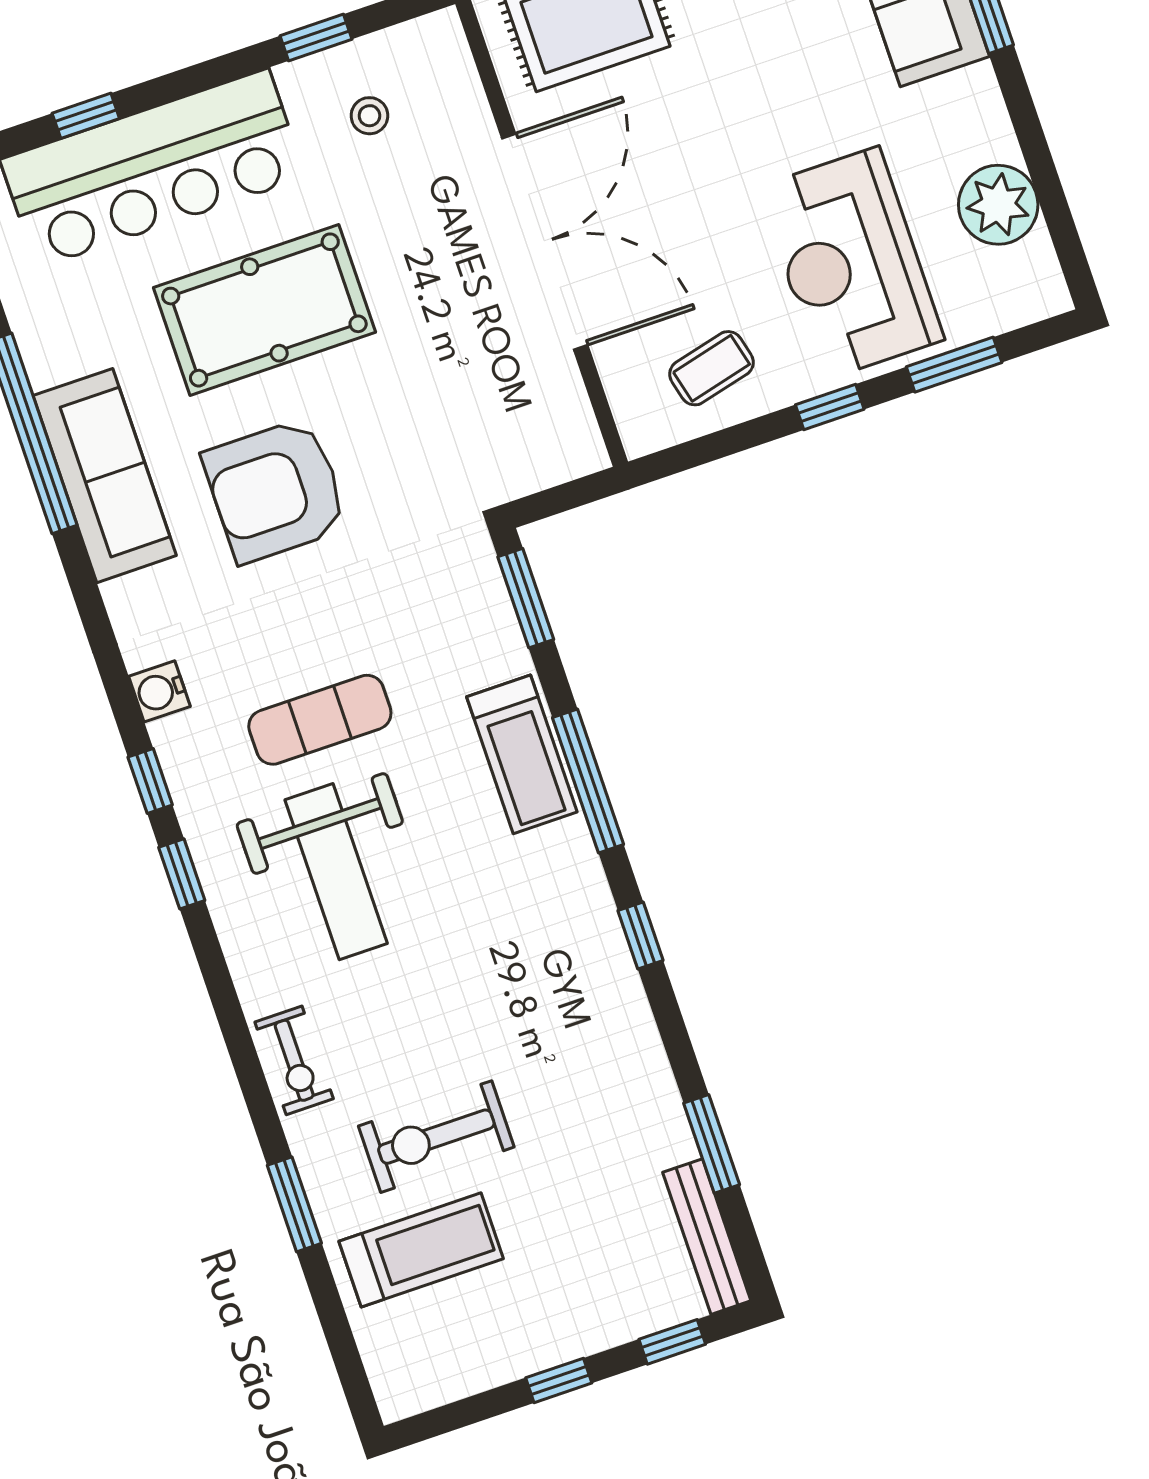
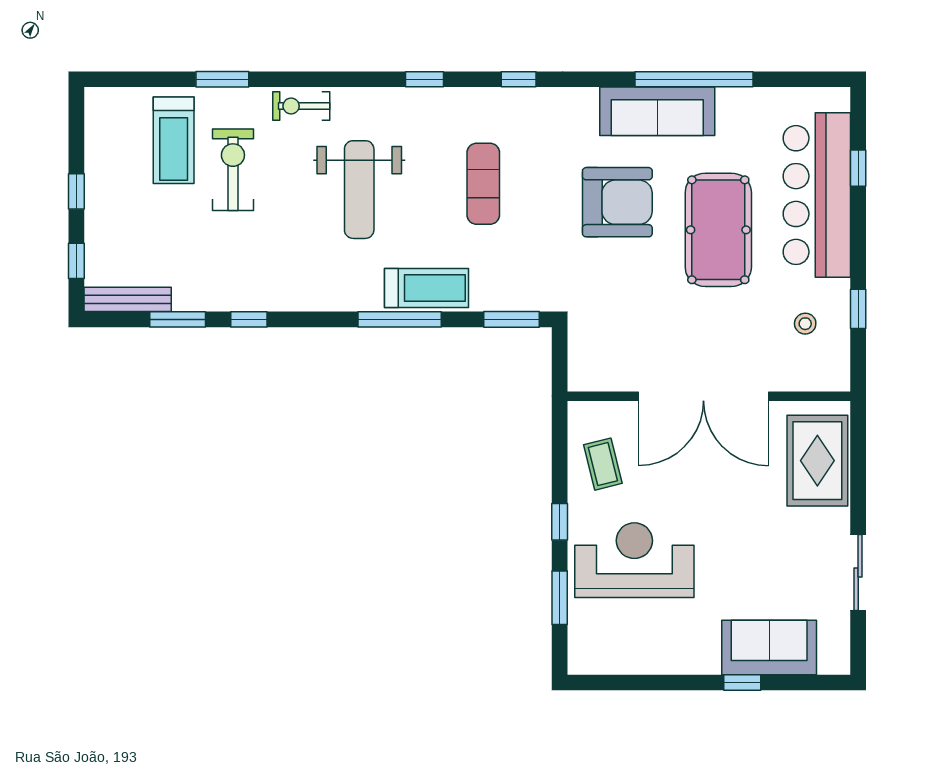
plant: (998, 205) -> (639, 652), removed
armchair: (275, 490) -> (617, 202), turned 90
water cooler: (159, 691) -> (529, 101), removed
treadmill: (522, 754) -> (427, 288), turned 180
window: (150, 781) -> (519, 79), moved
weight bench: (336, 872) -> (359, 190), moved, turned -90
window: (641, 935) -> (249, 319), moved

